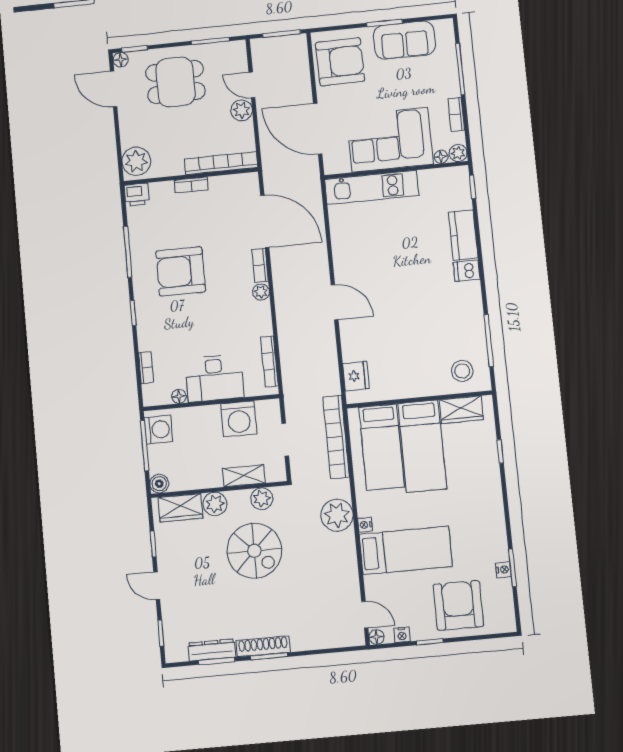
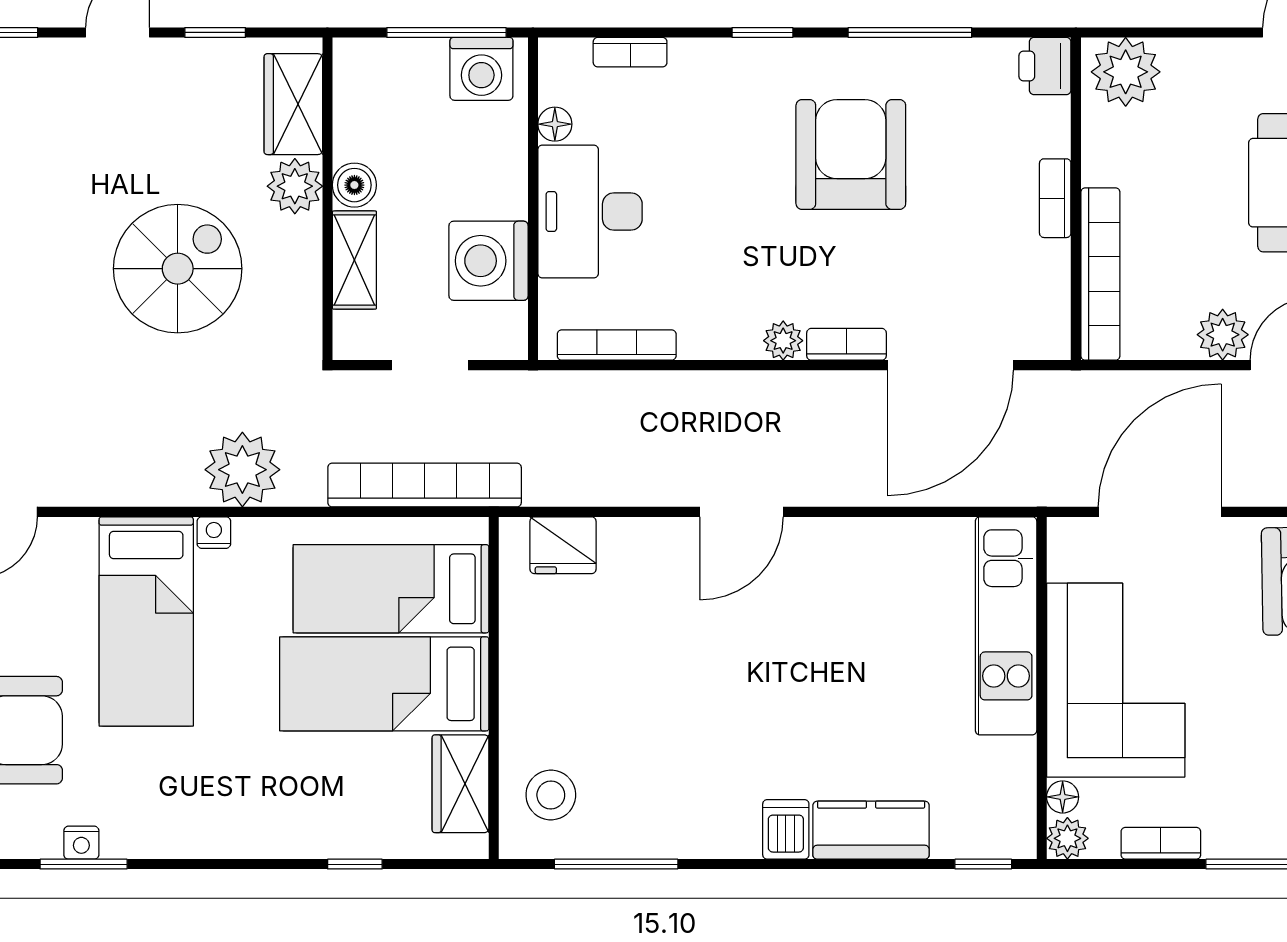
boiler: (159, 484) -> (354, 185), moved
plant: (262, 499) -> (297, 297), removed
spiral stairs: (254, 551) -> (178, 269), turned 180

